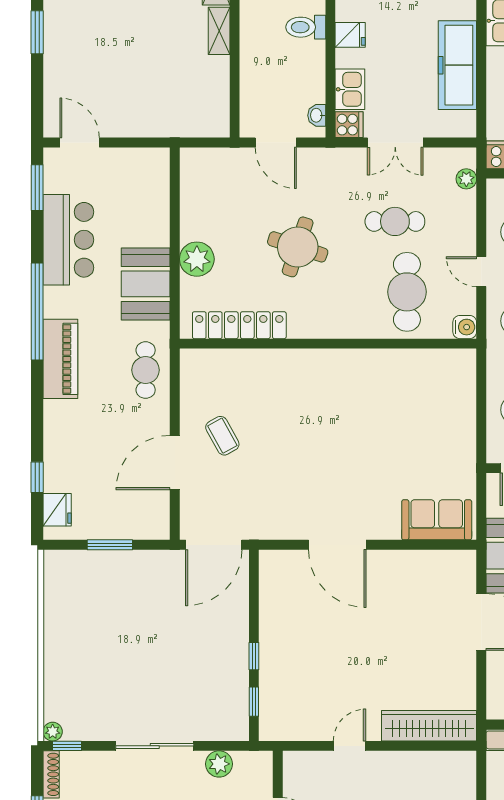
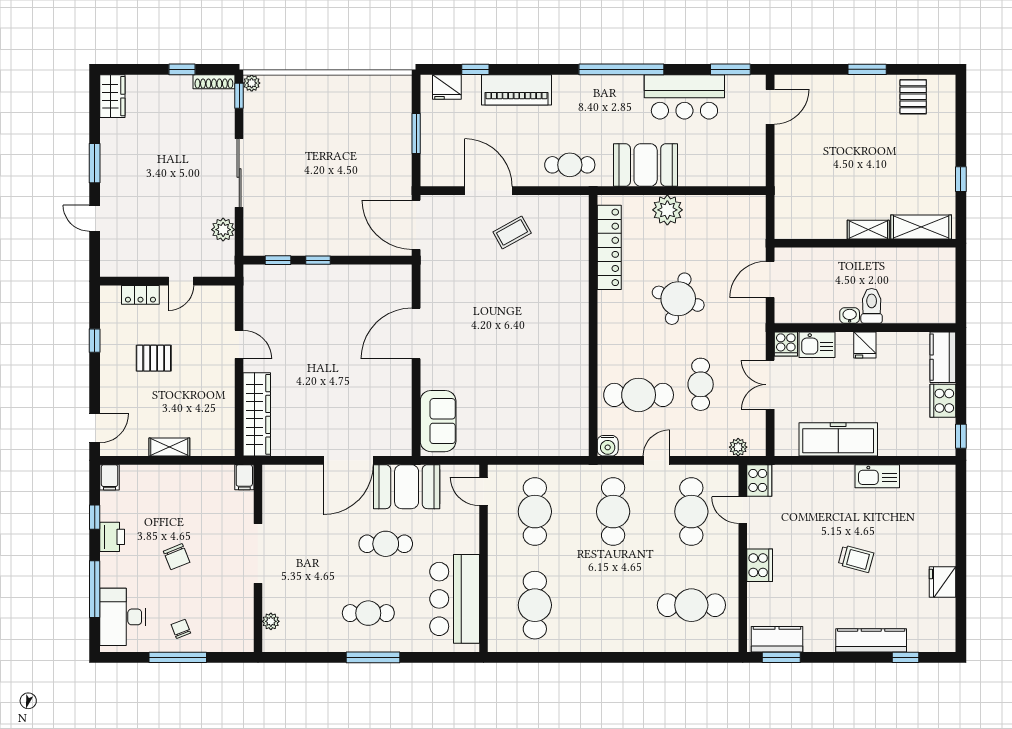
washbasin: (317, 115) -> (850, 316), moved
piano: (60, 359) -> (516, 90), moved

